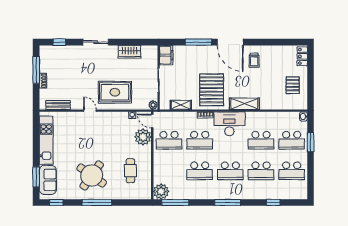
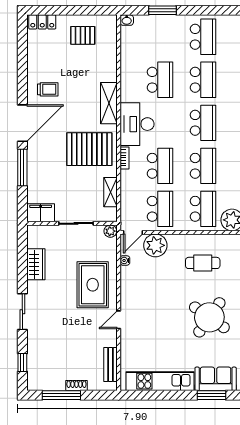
school desk: (292, 140) -> (203, 209), moved

